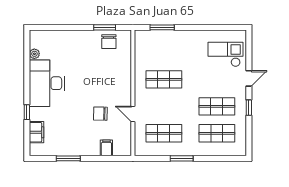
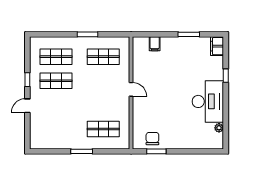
window: (162, 27) -> (82, 151), moved
checkout: (225, 54) -> (48, 127), removed
shop shelf: (164, 79) -> (103, 129), moved
chair: (100, 114) -> (160, 74), removed
door: (133, 114) -> (131, 89), moved
filing cabinet: (36, 132) -> (217, 46), moved

